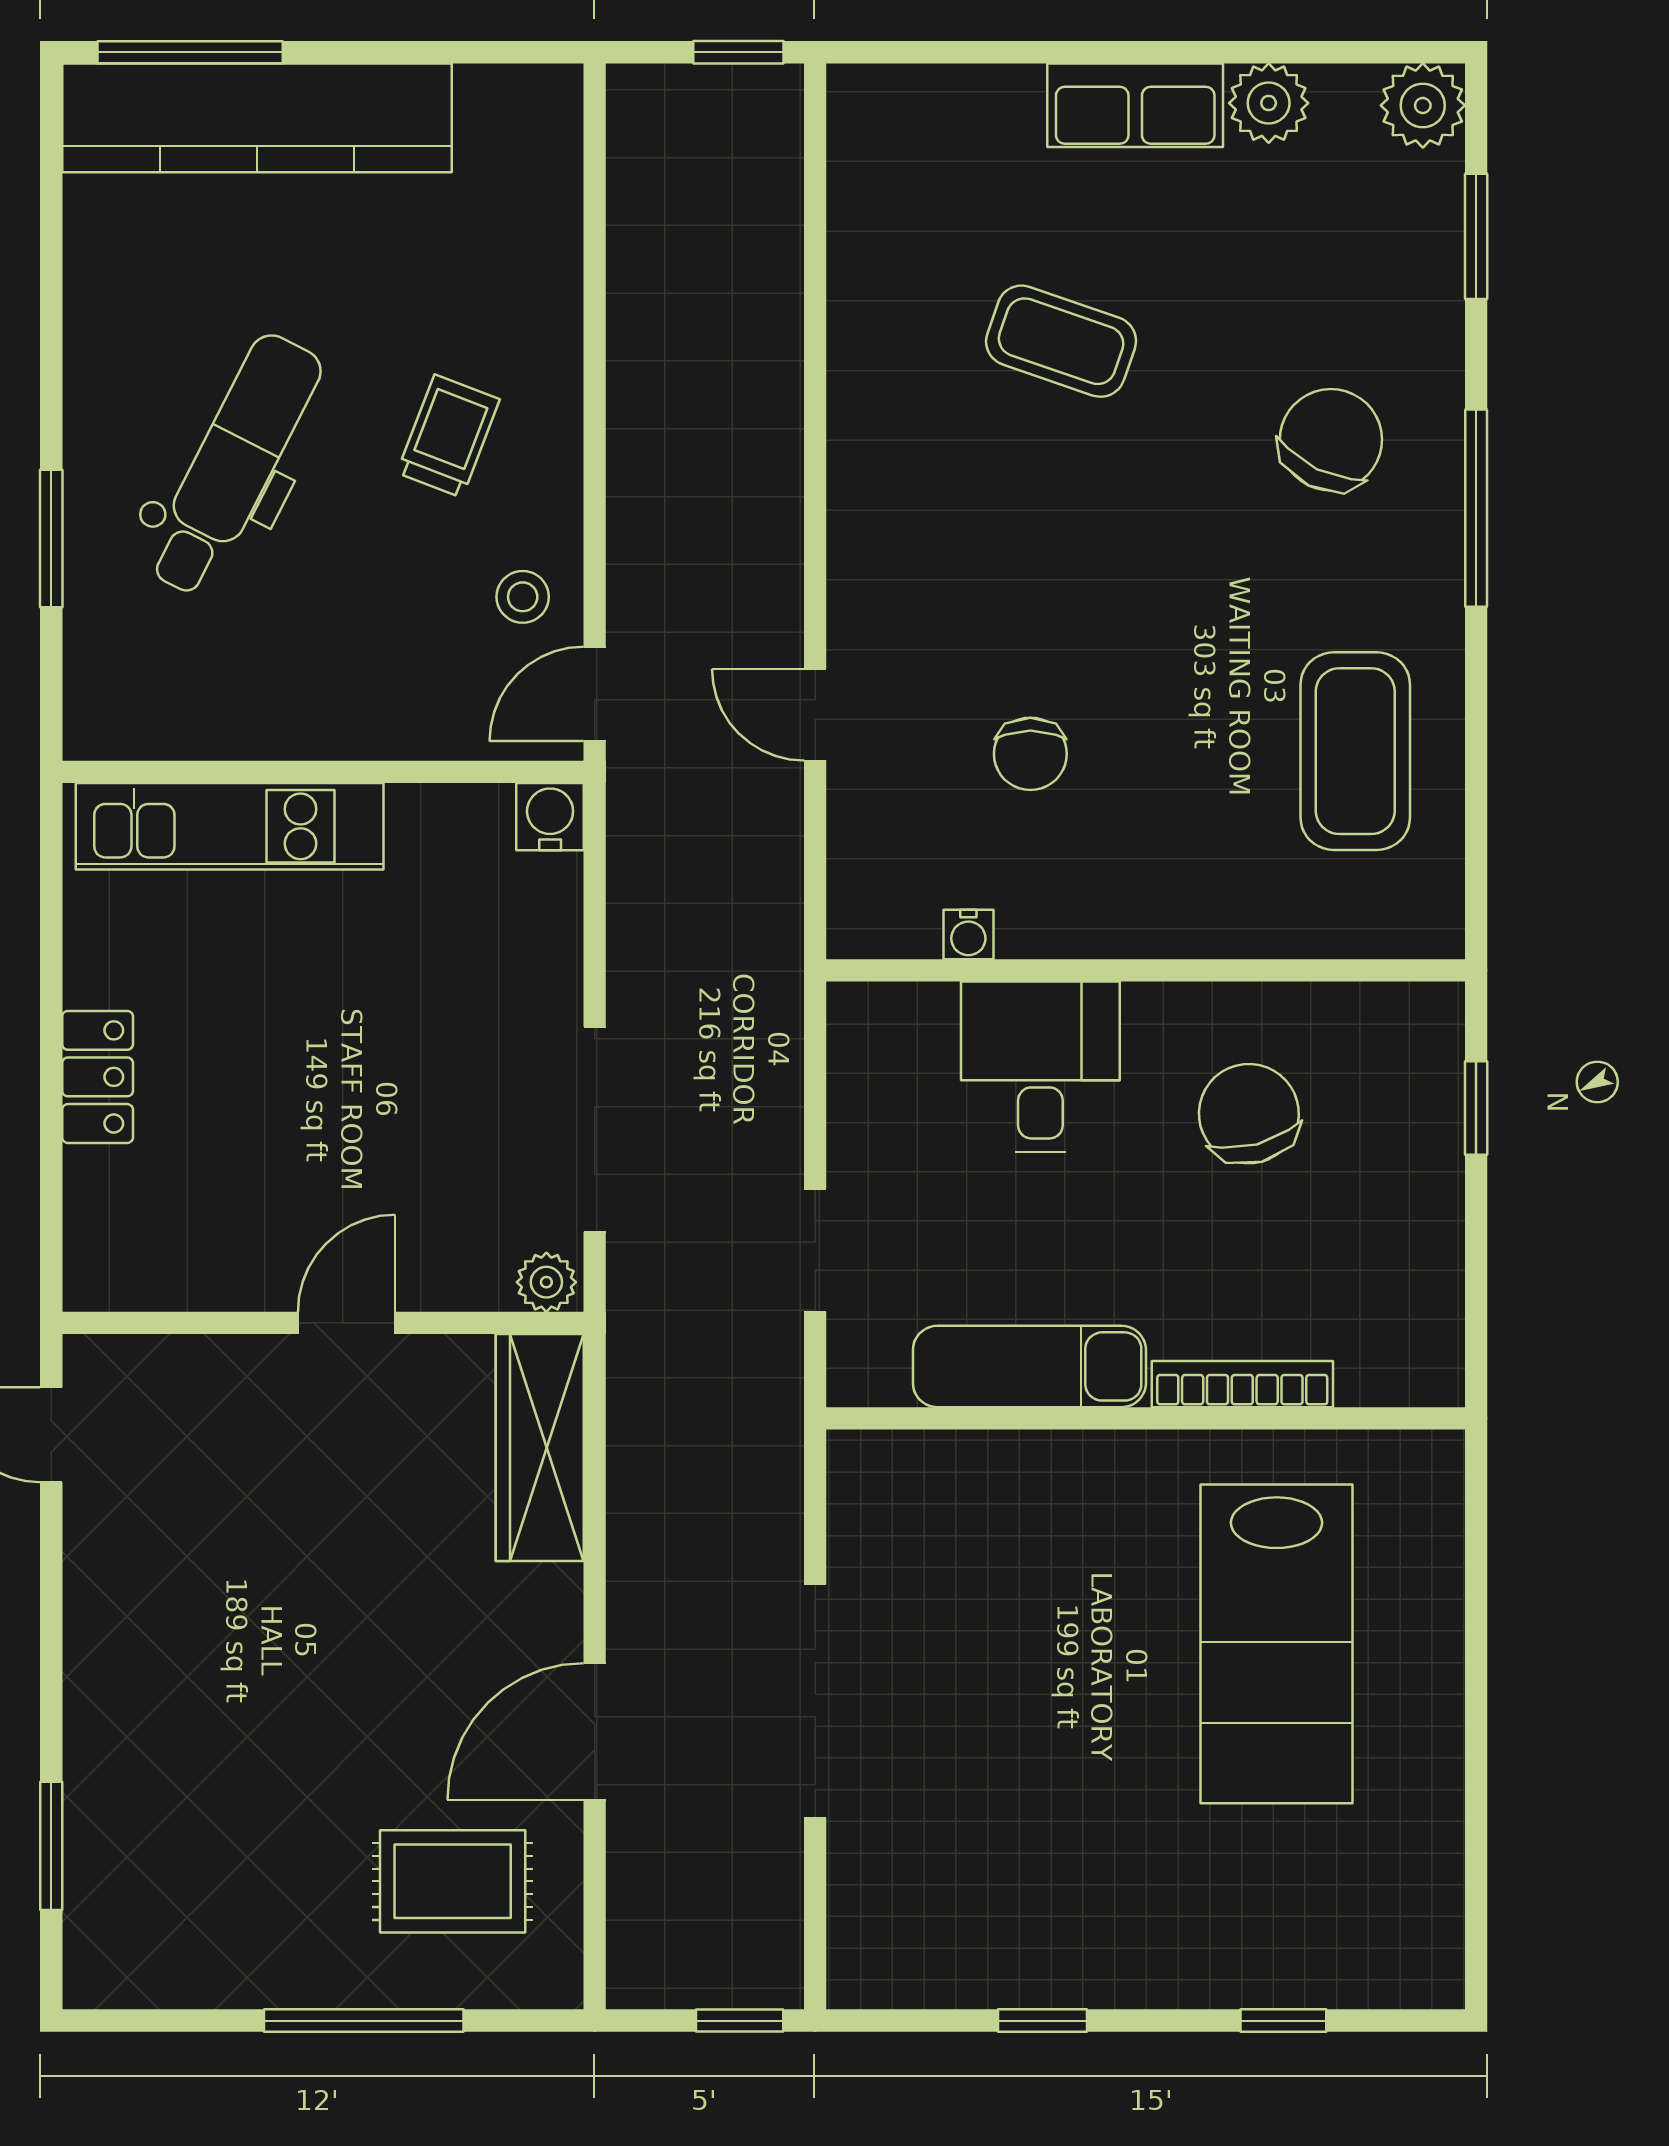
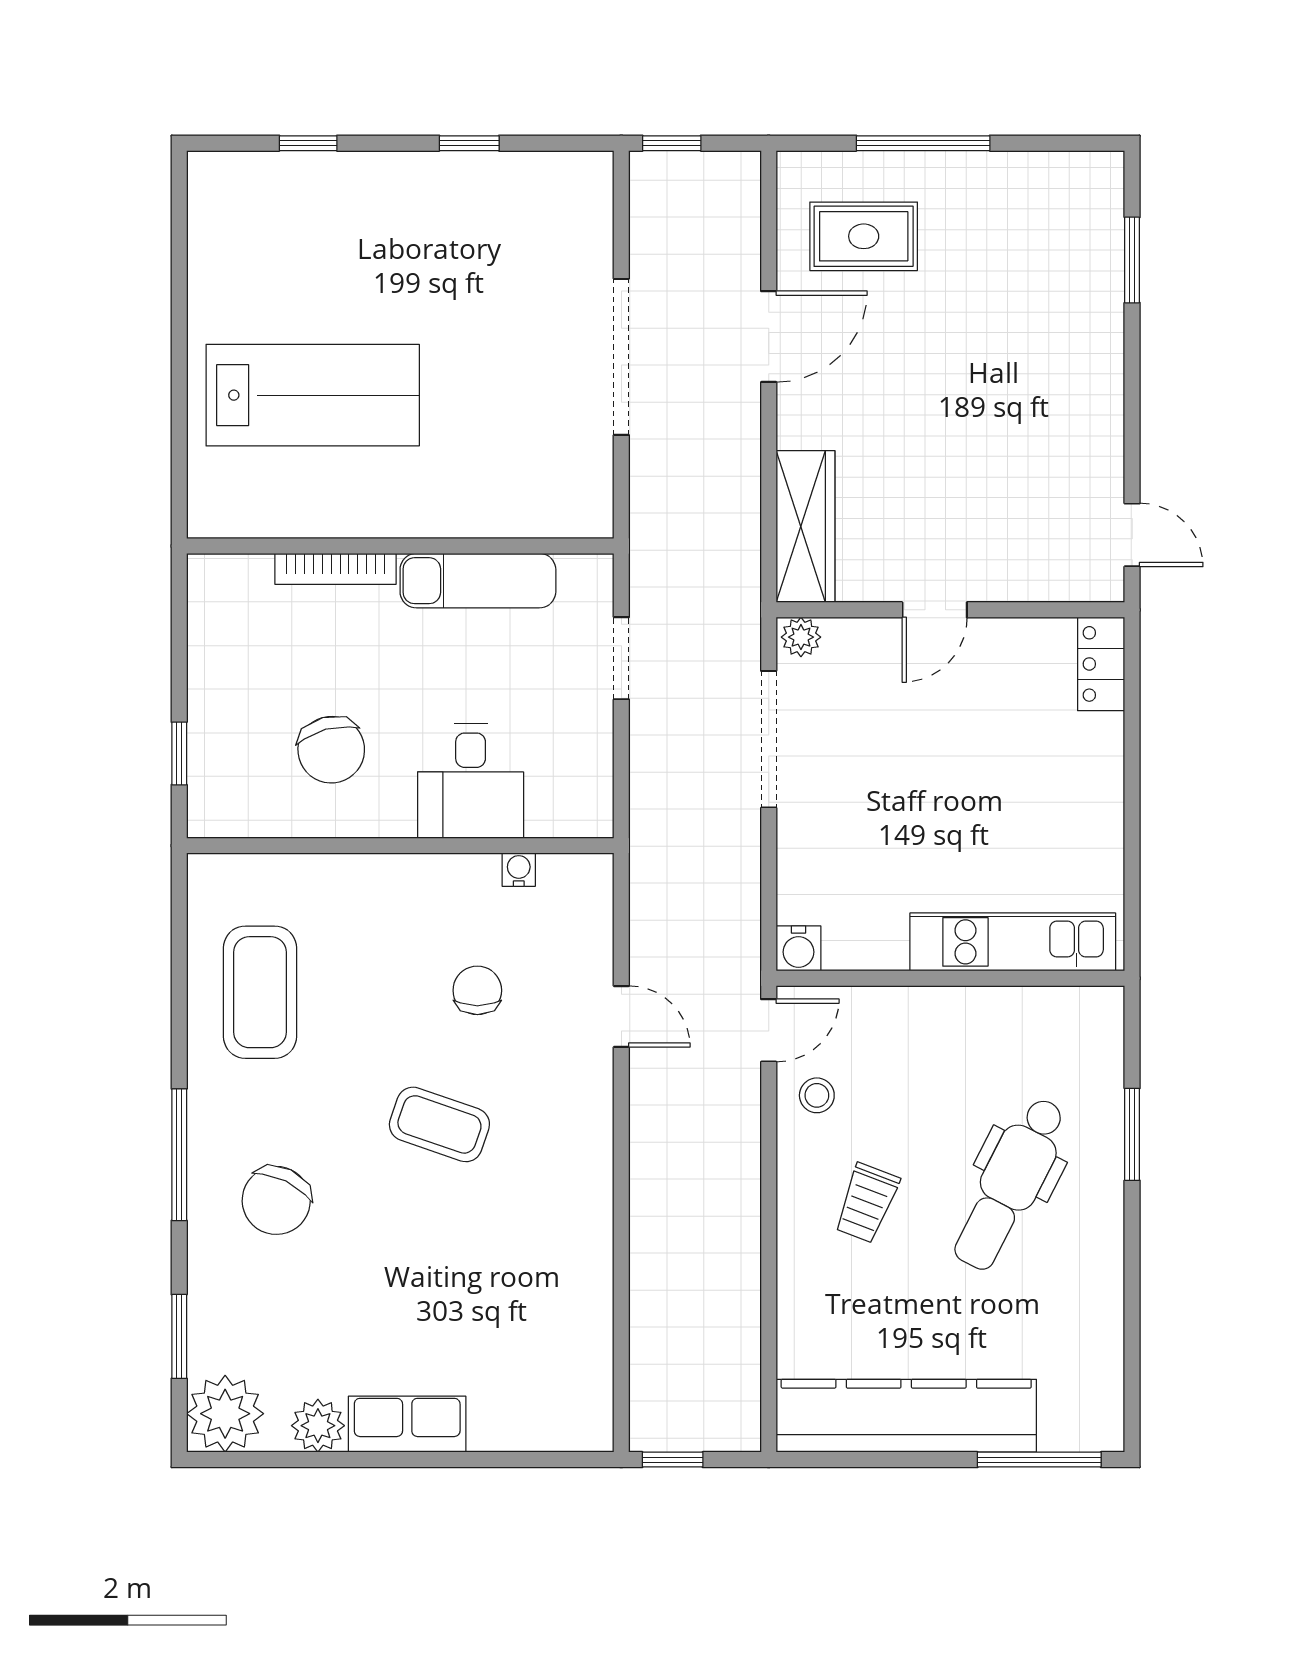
plant: (1423, 105) -> (225, 1414), width x1.36, depth x1.36
kitchen counter: (257, 118) -> (906, 1416), moved
coffee table: (1061, 341) -> (439, 1124), moved
locker: (98, 1077) -> (1101, 664), moved
lab bench: (1277, 1644) -> (313, 395), turned 90

